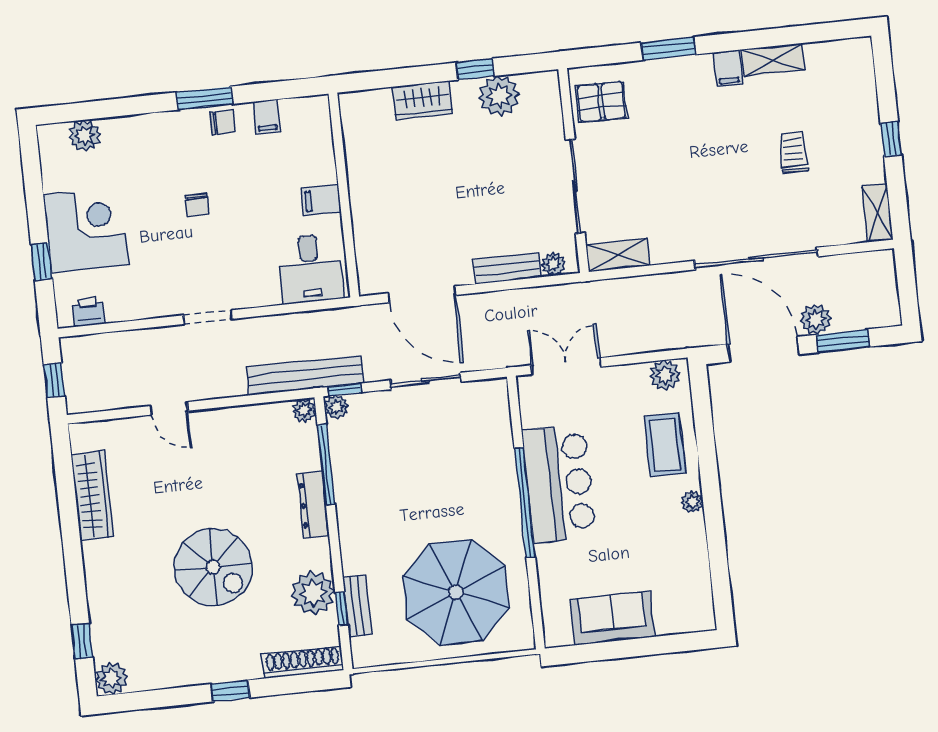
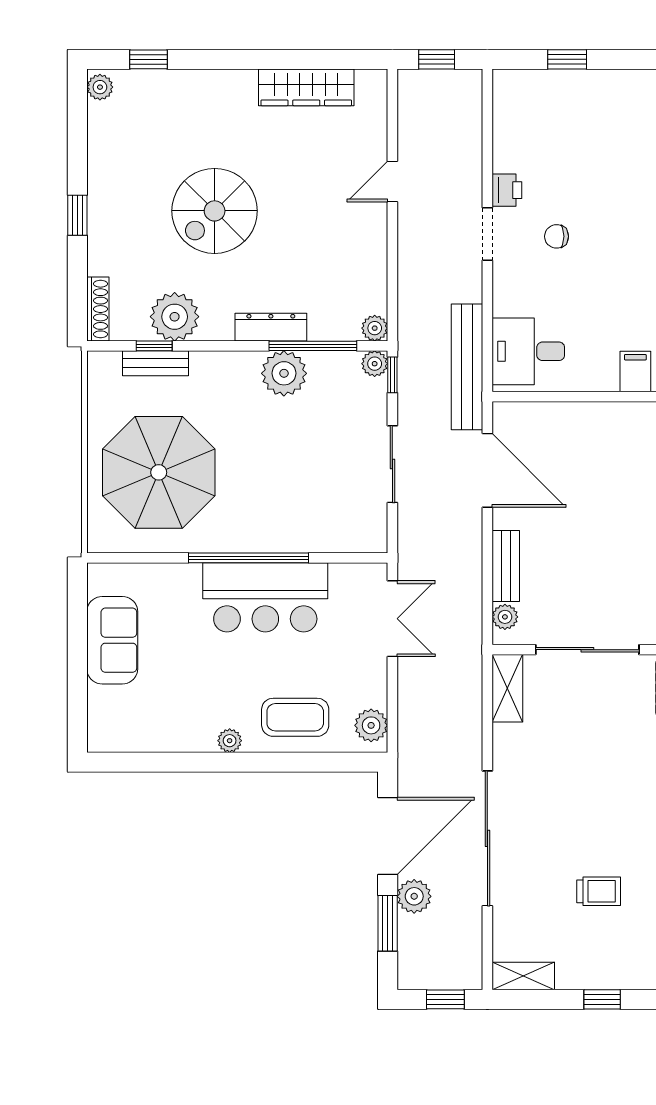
filing cabinet: (321, 200) -> (635, 371), moved
chair: (197, 204) -> (557, 236), moved
corner desk: (86, 230) -> (596, 112), removed
window: (906, 281) -> (445, 999), added
door: (422, 294) -> (487, 470), swing flipped
printer: (88, 312) -> (507, 190), moved
bench: (305, 375) -> (467, 367), moved
plant: (354, 488) -> (284, 373), added
shoe rack: (303, 662) -> (98, 309), width x0.74, depth x0.81
plant: (111, 678) -> (100, 87), width x0.73, depth x0.73

